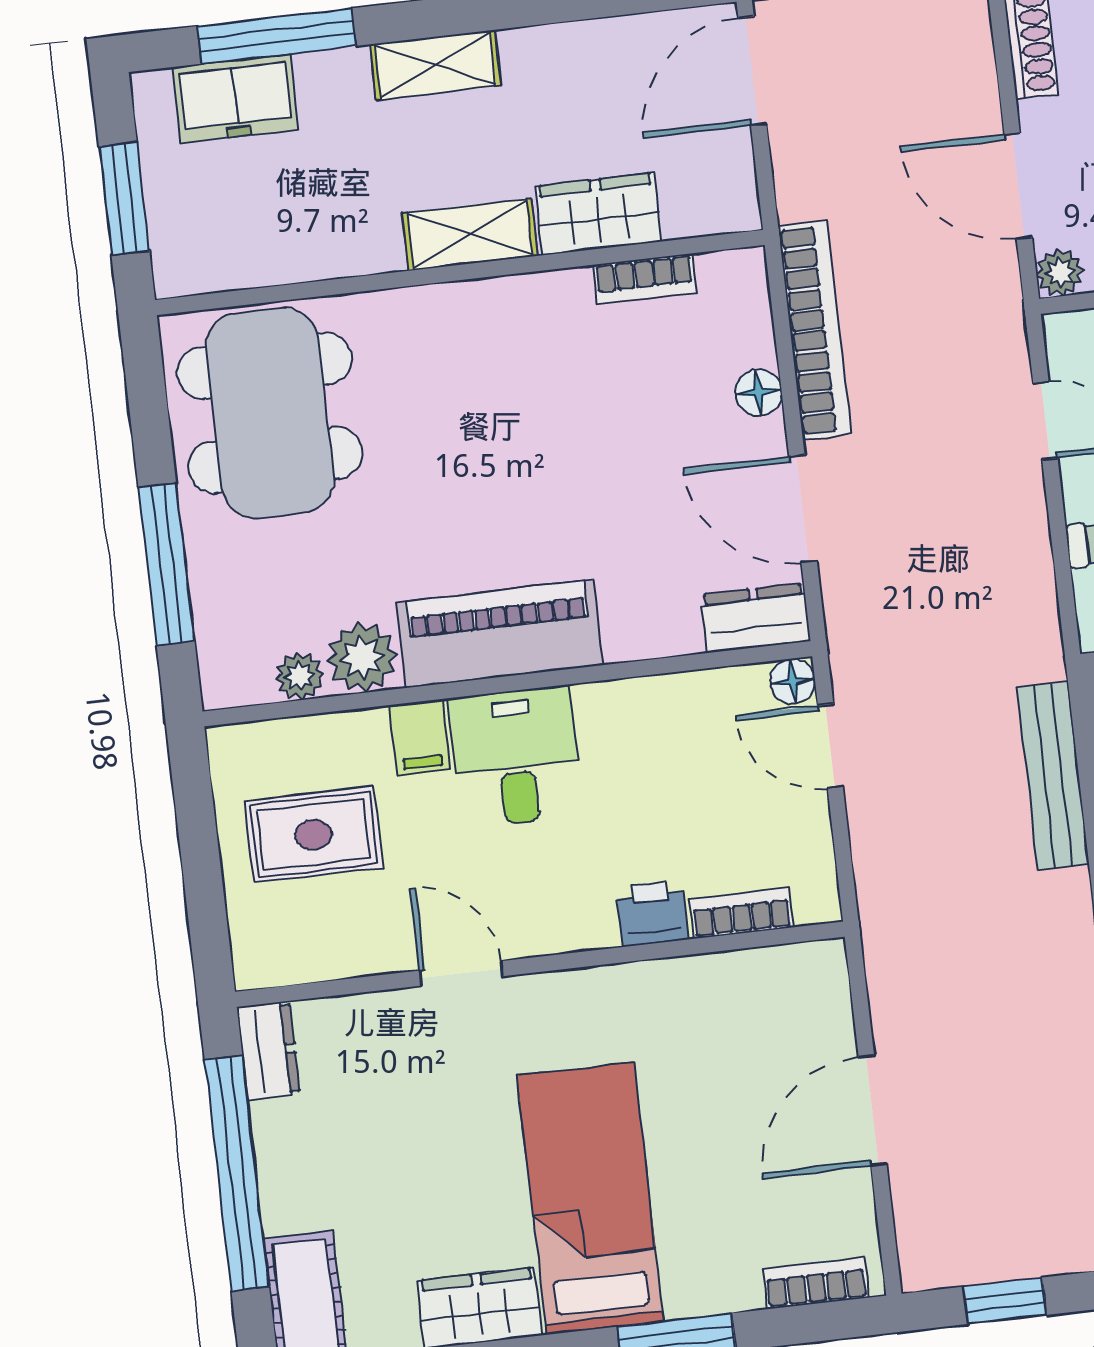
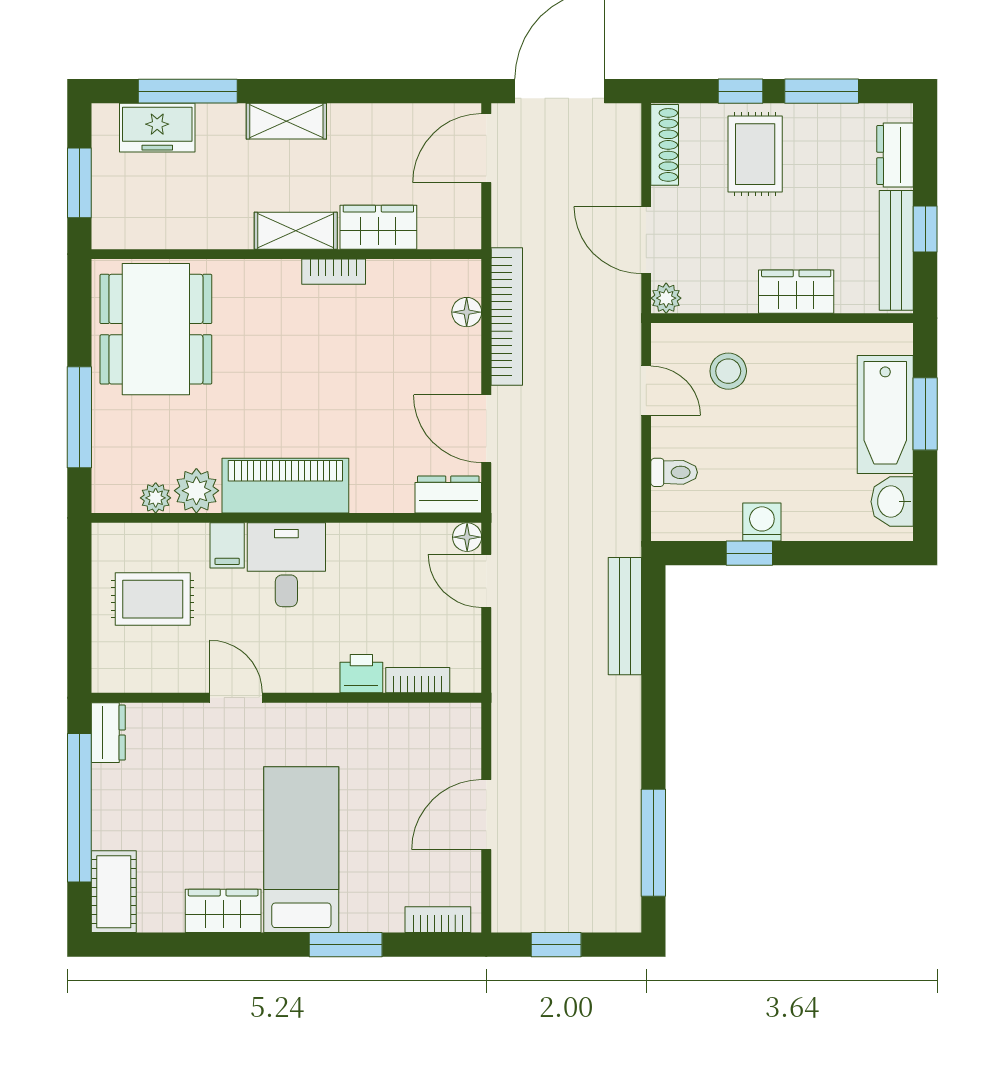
bookcase: (645, 279) -> (334, 272), moved
floor lamp: (759, 392) -> (467, 312), moved

